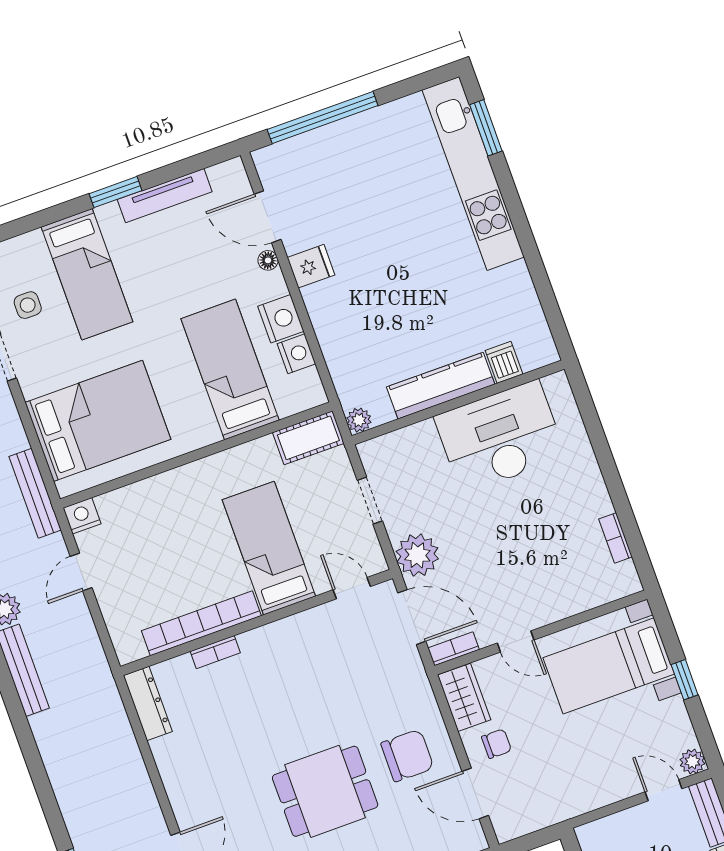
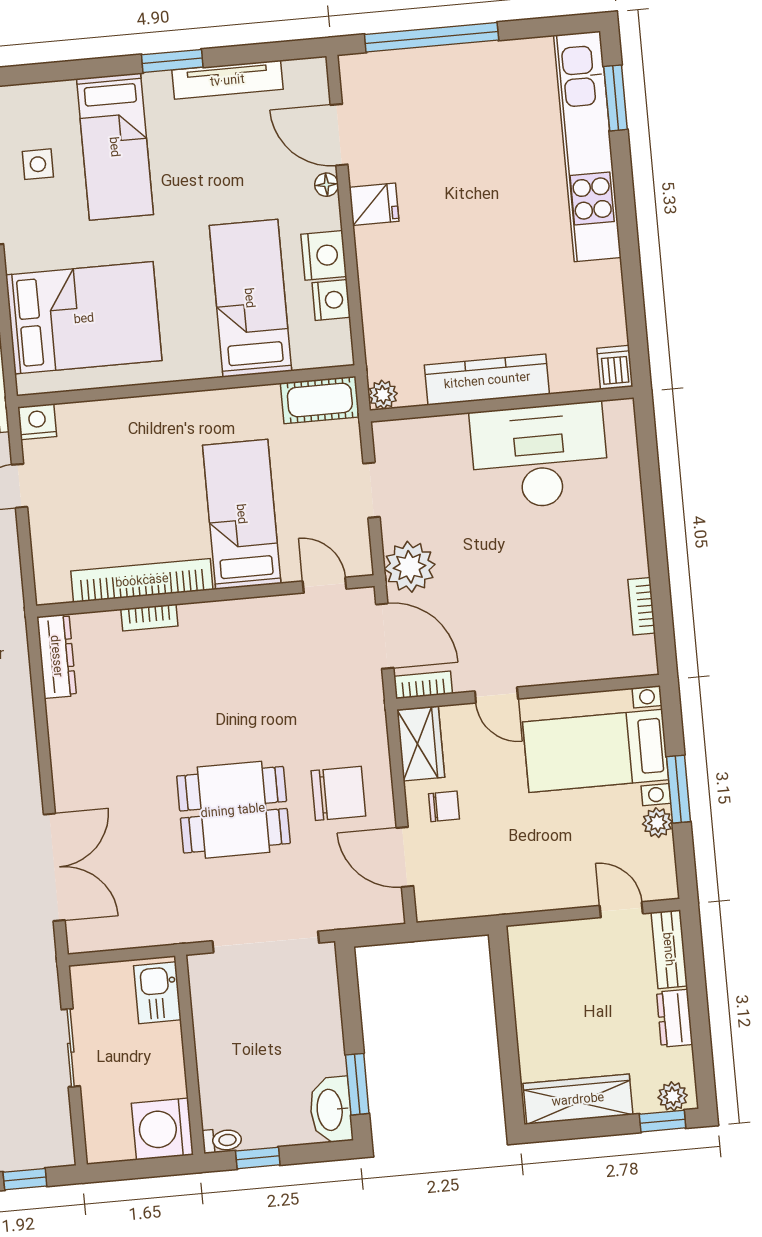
dishwasher: (504, 362) -> (615, 367), moved
window: (685, 680) -> (678, 789), width x1.50
plant: (692, 762) -> (657, 823), moved

